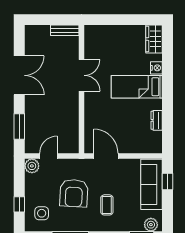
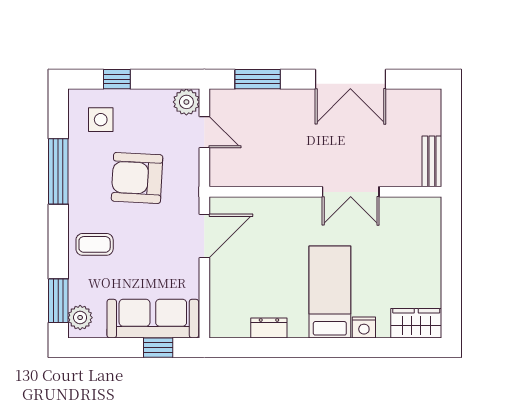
coffee table: (107, 205) -> (95, 244), moved

